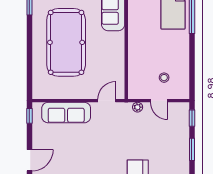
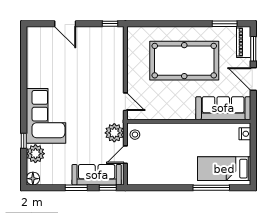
stool: (164, 78) -> (135, 135), moved
plant: (138, 107) -> (114, 133), width x1.88, depth x1.88
sofa: (66, 113) -> (97, 175), moved, turned 90

